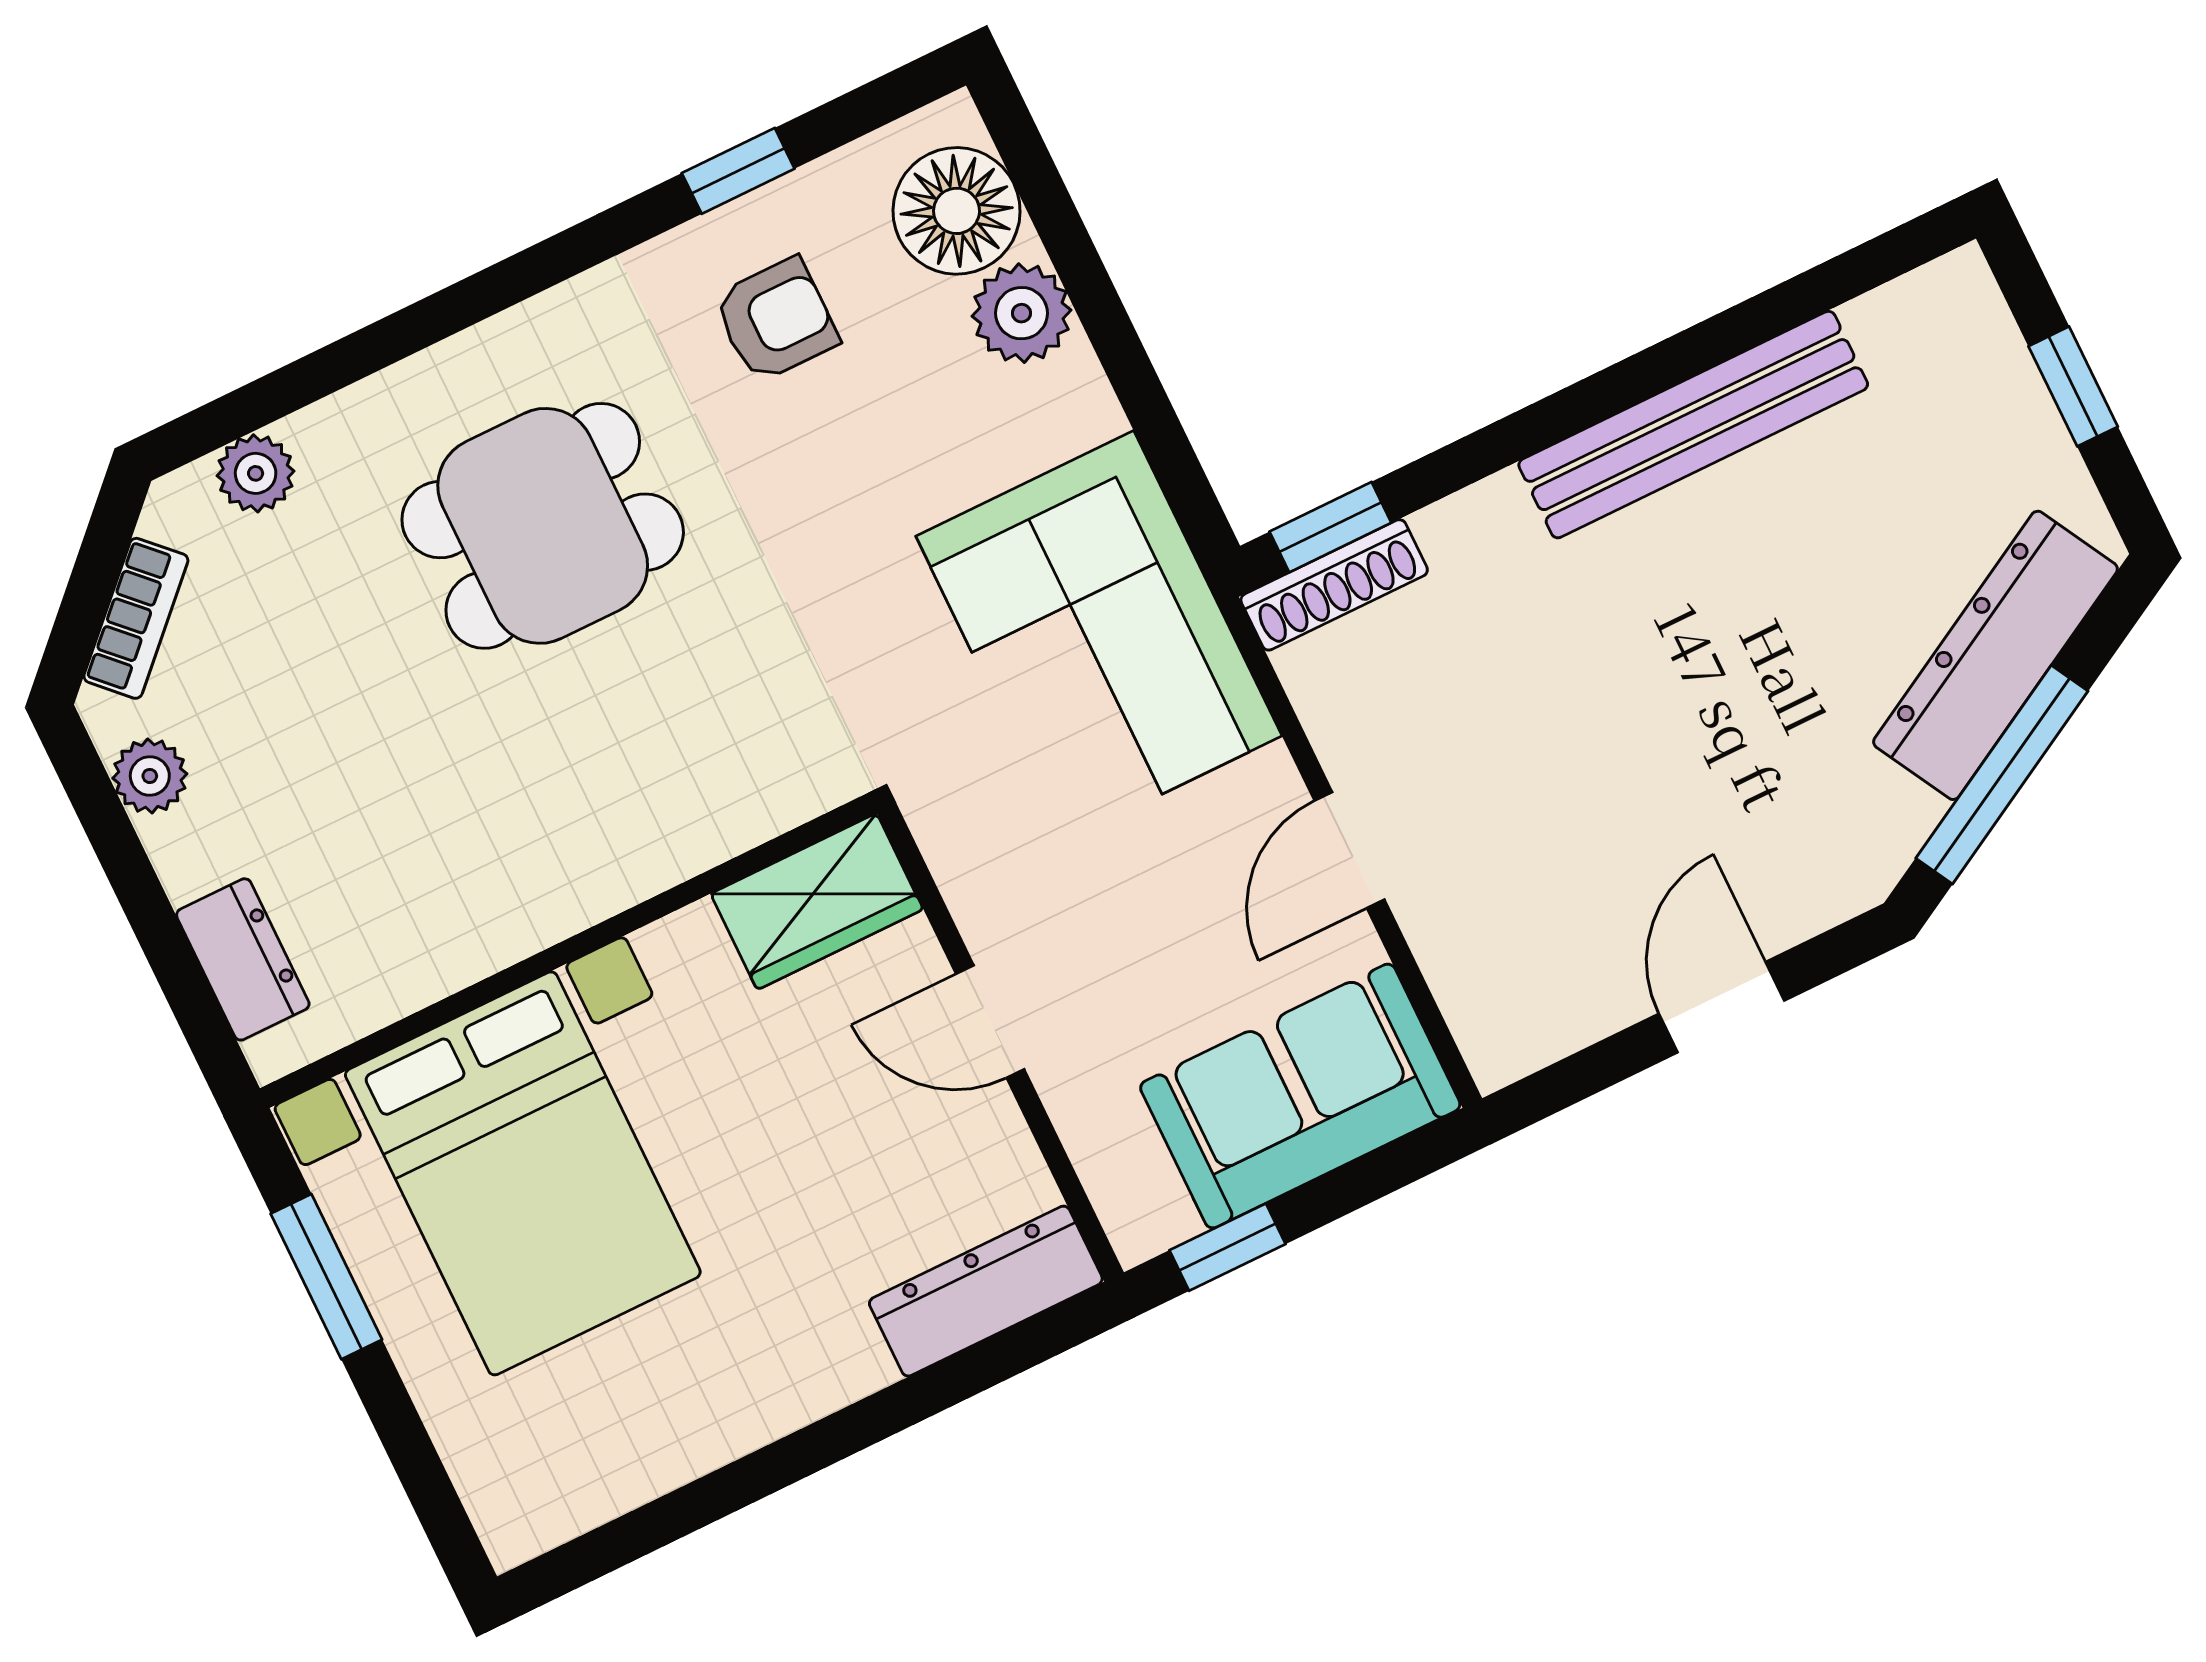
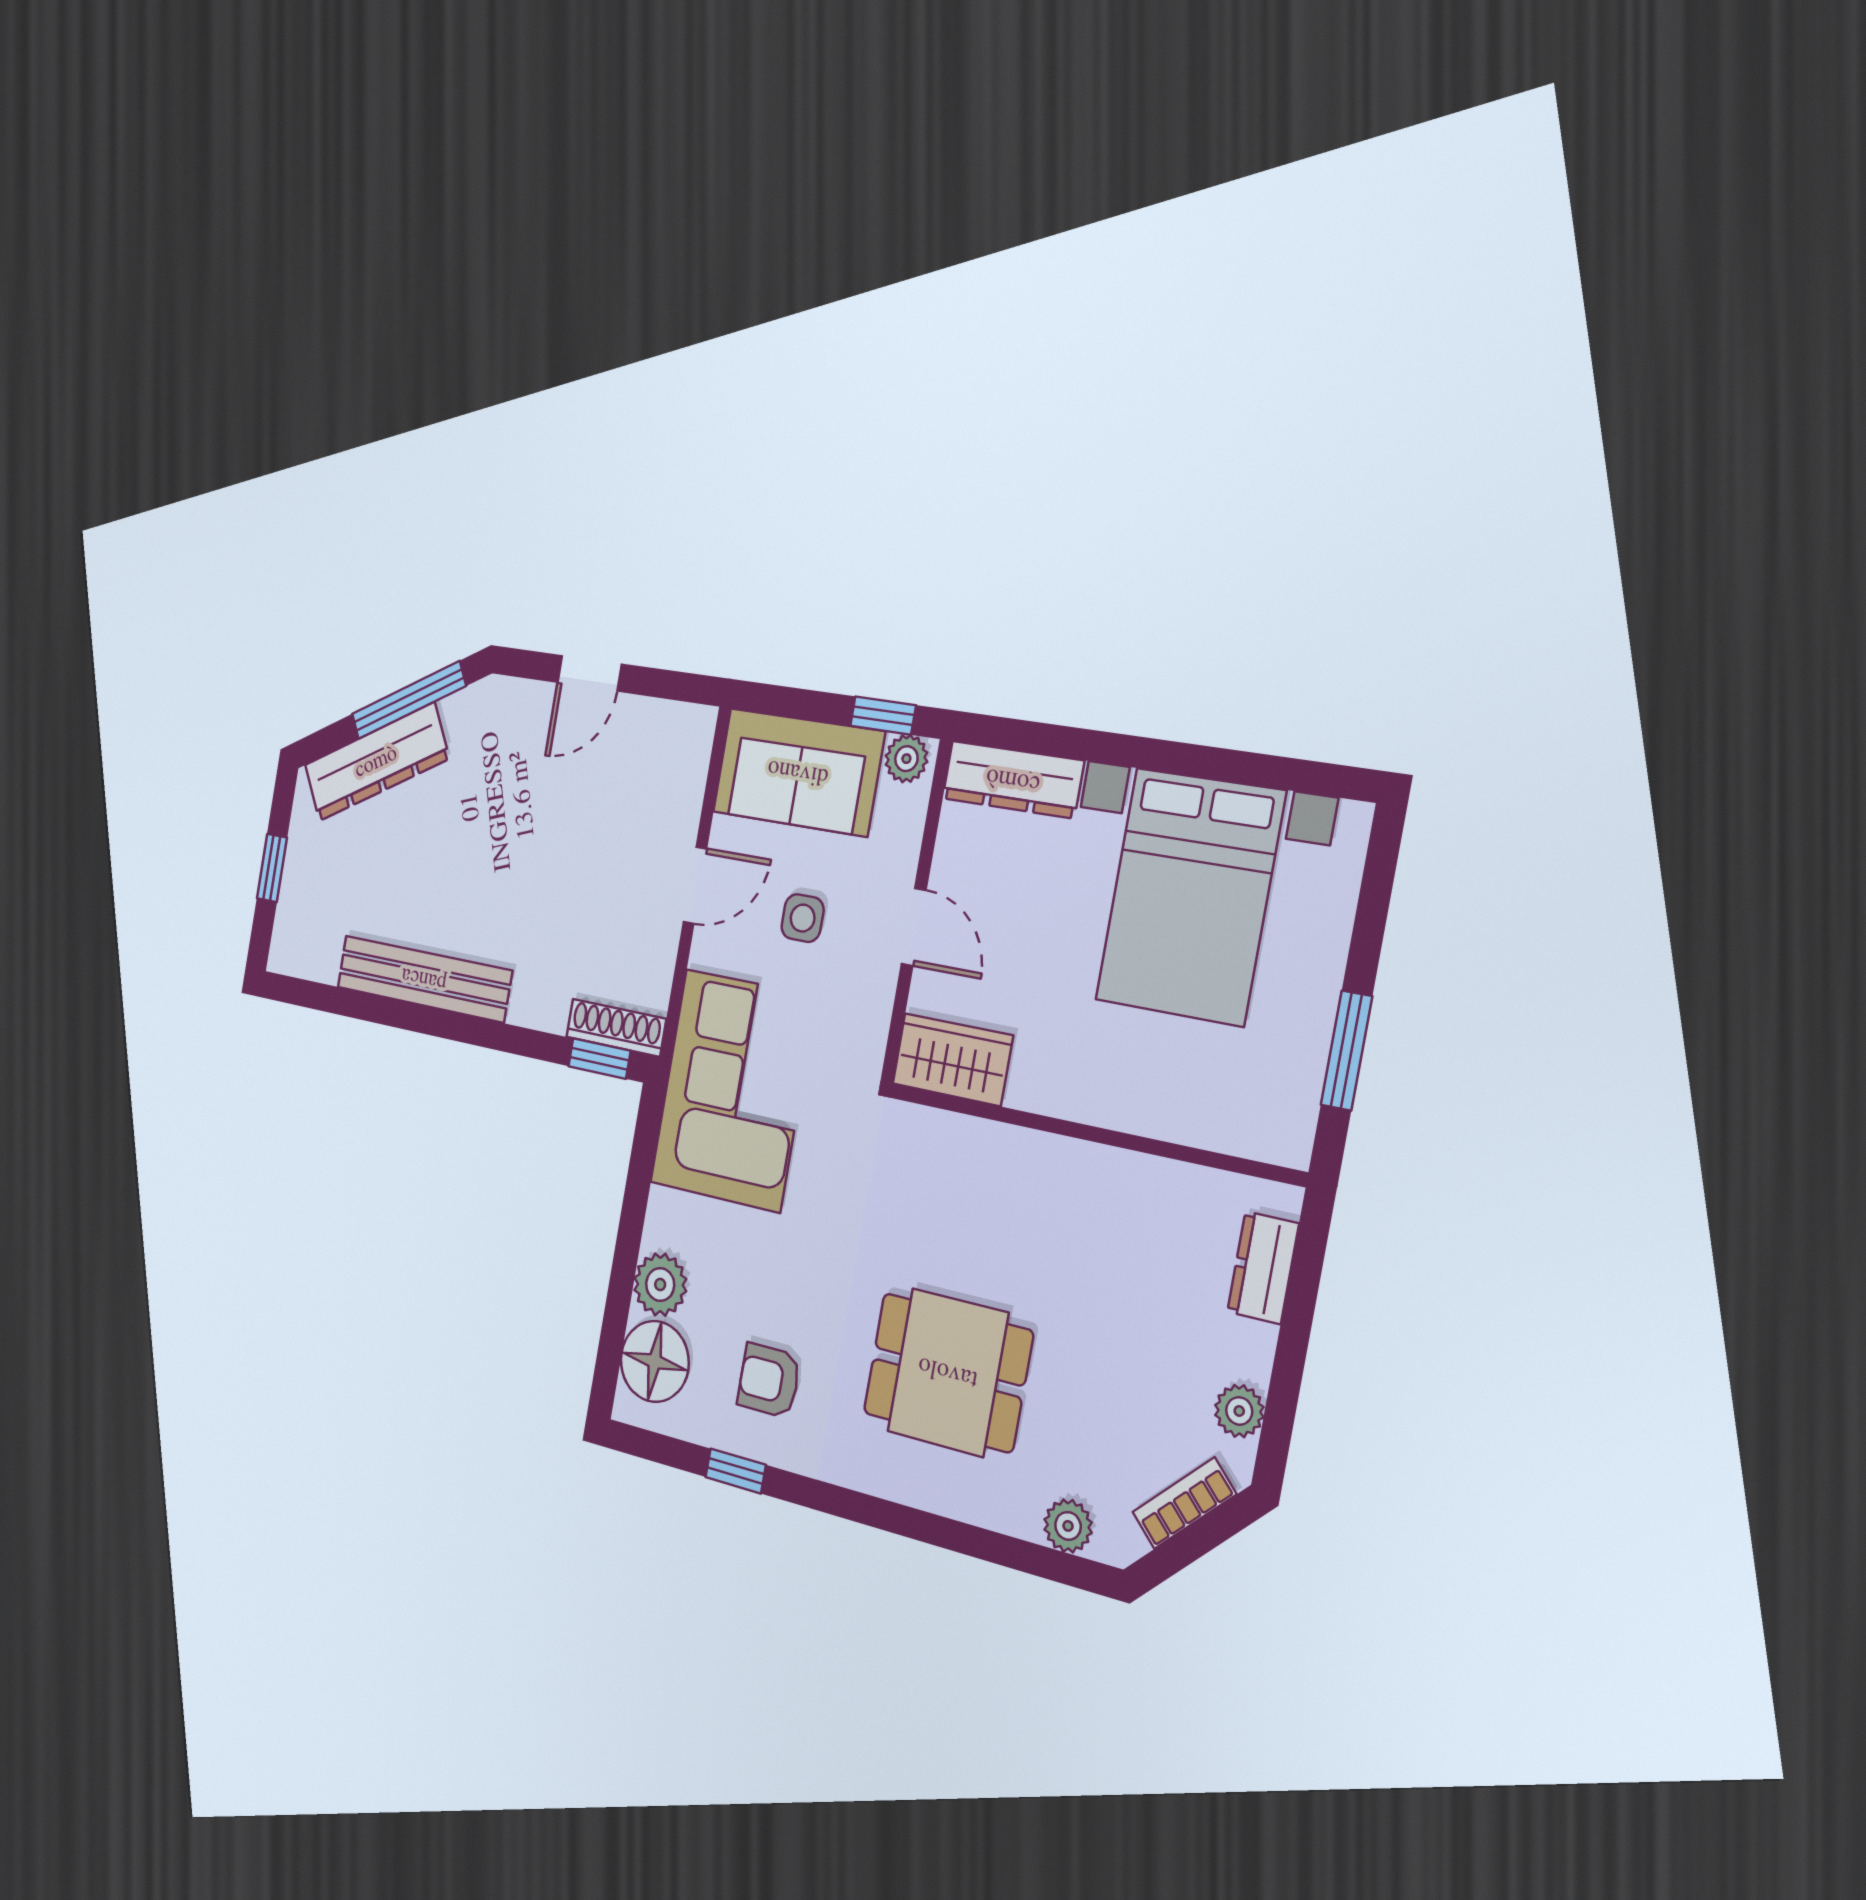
side table: (1157, 921) -> (803, 918), added
bed with nightstands: (523, 1173) -> (1190, 896), moved, turned 180
plant: (1154, 1217) -> (906, 759), added

